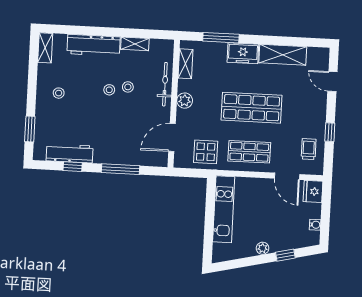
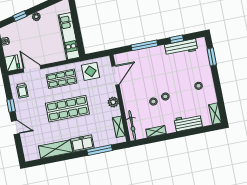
workbench: (94, 45) -> (188, 123), width x0.73
door: (332, 81) -> (15, 127), moved
bicycle: (165, 84) -> (132, 125), moved

